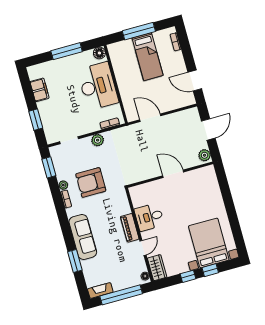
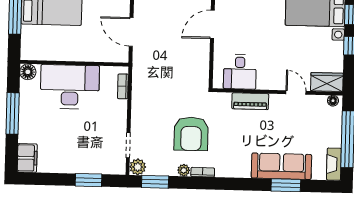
filing cabinet: (40, 90) -> (27, 158), moved, turned 90
door: (150, 118) -> (131, 32), hinge flipped
plant: (98, 140) -> (138, 167), moved
desk: (149, 217) -> (240, 72), moved
piano: (130, 228) -> (250, 101), moved
sofa: (83, 237) -> (281, 166), moved

